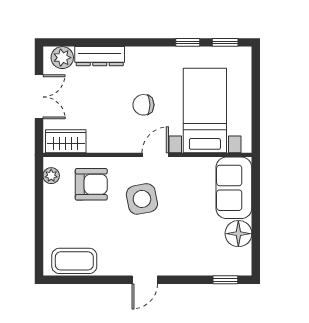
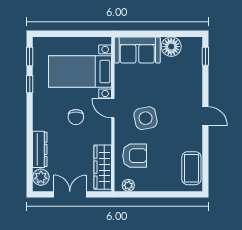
wardrobe: (66, 141) -> (103, 167), width x1.50
armchair: (91, 184) -> (135, 156), turned 90

